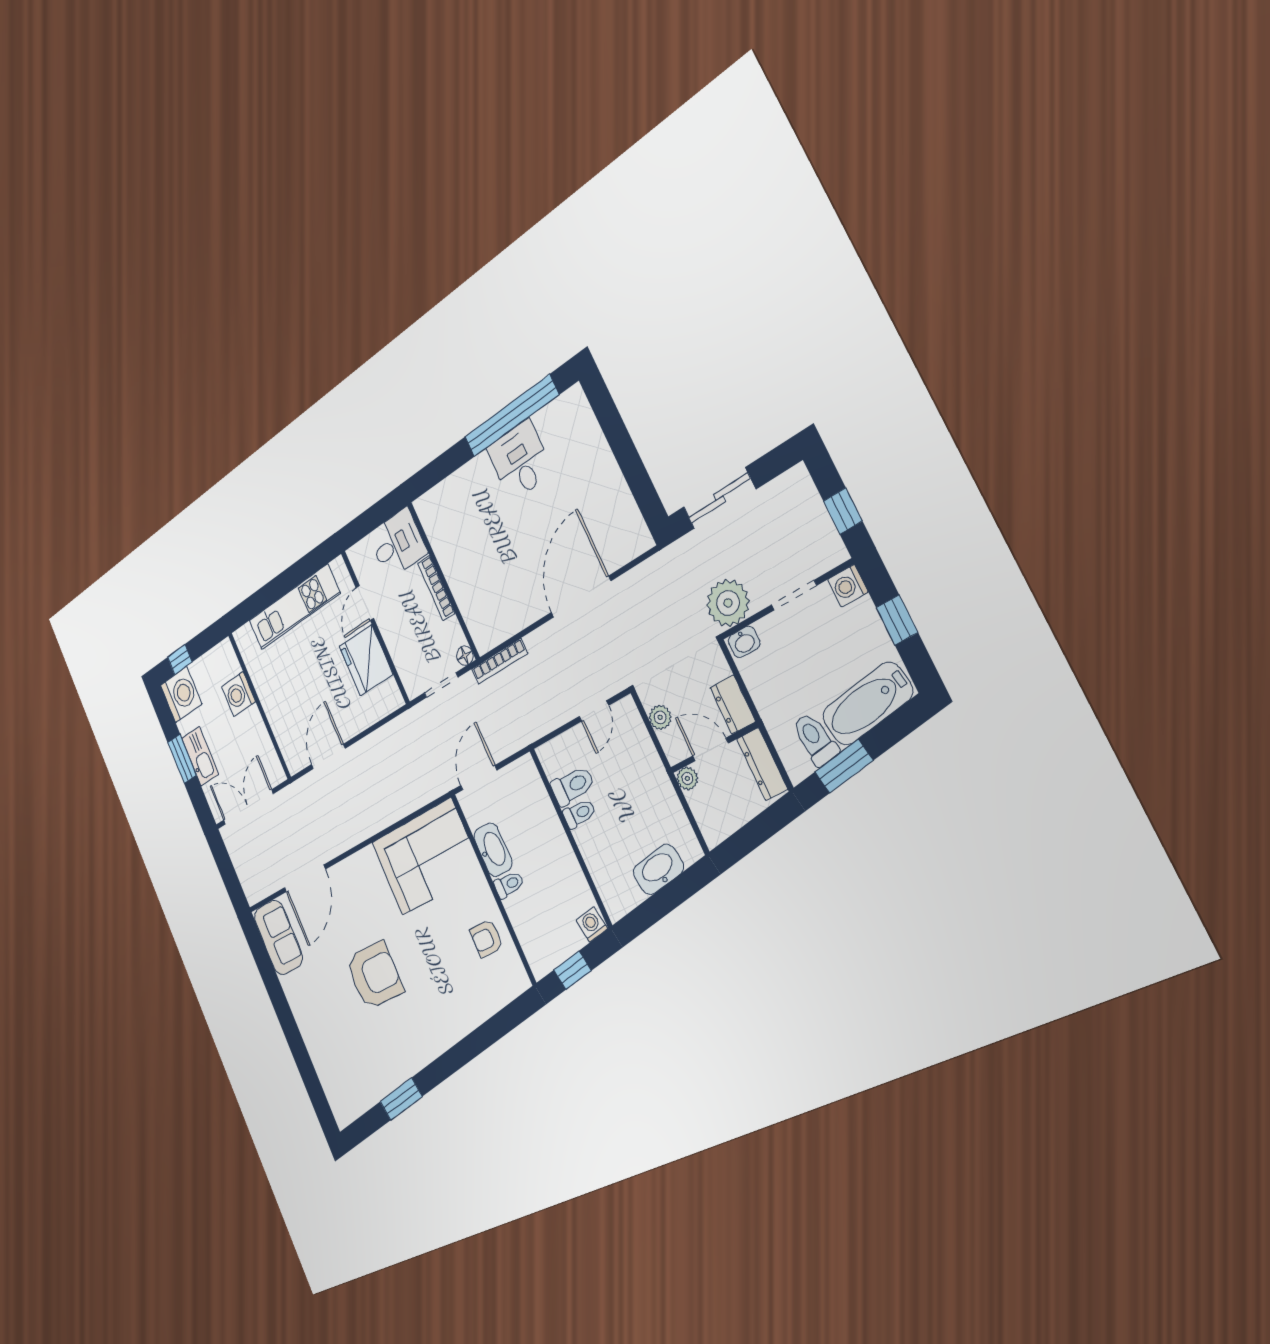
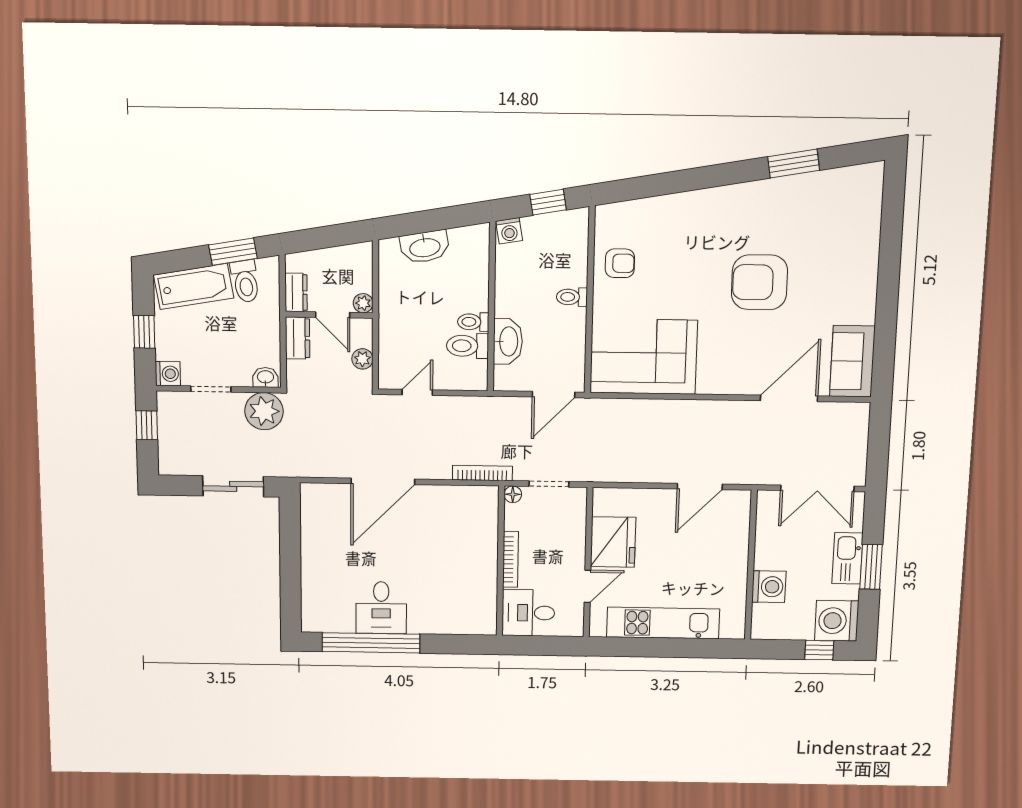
dresser: (762, 764) -> (296, 292), width x0.70
washbasin: (493, 850) -> (508, 341), moved, turned 180

